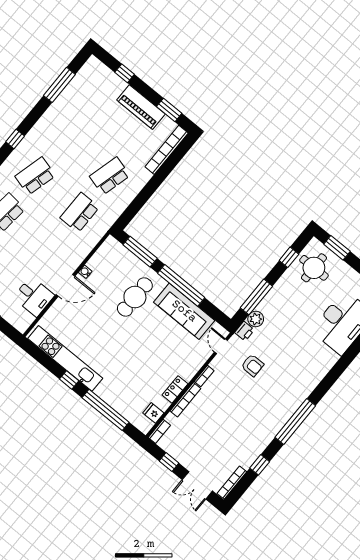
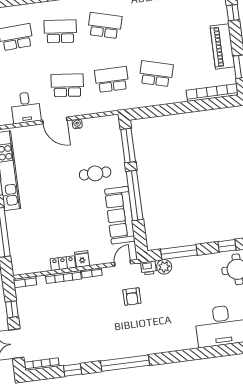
school desk: (50, 249) -> (67, 85), added
cafe table: (135, 297) -> (95, 173), width x0.73, depth x0.74
fridge: (153, 413) -> (82, 259), moved

